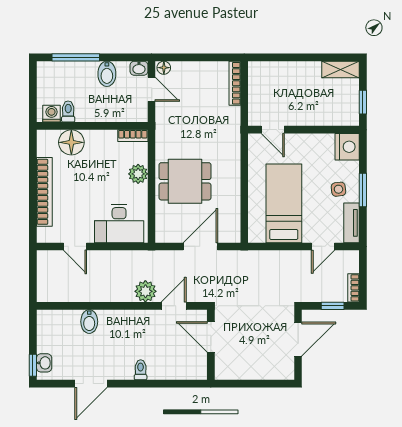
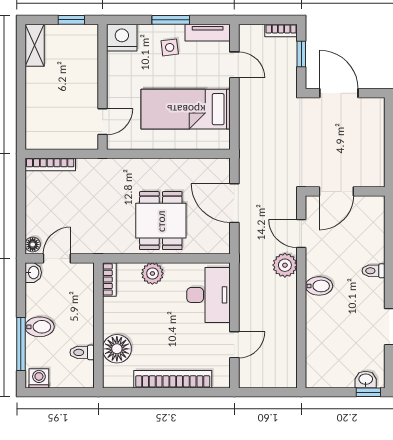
bidet: (107, 74) -> (40, 327), moved
washing machine: (52, 114) -> (39, 378), moved, turned 90
bidet: (89, 322) -> (319, 286), moved

